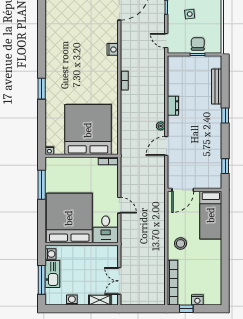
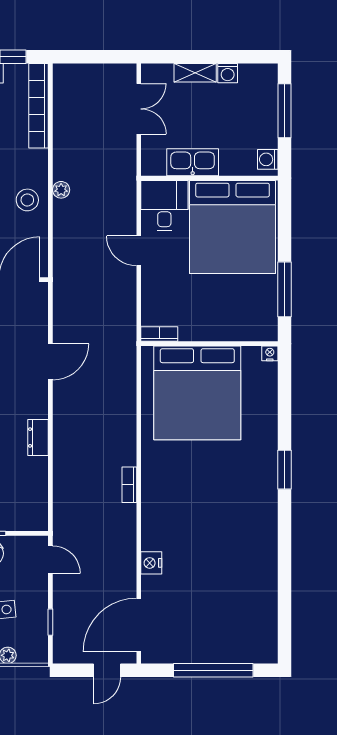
nightstand: (113, 49) -> (151, 563), moved
plant: (161, 126) -> (61, 190), moved
stool: (180, 243) -> (27, 200), moved
kitchen sink: (52, 274) -> (193, 162), moved, turned 90
shelving: (100, 300) -> (195, 73), moved

